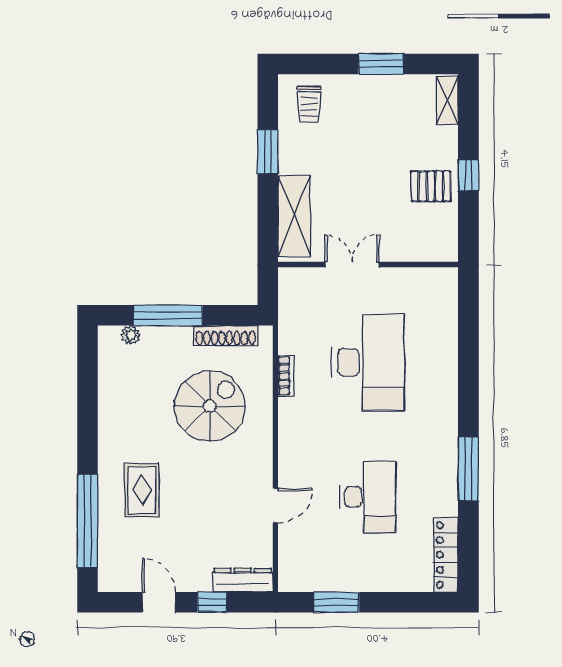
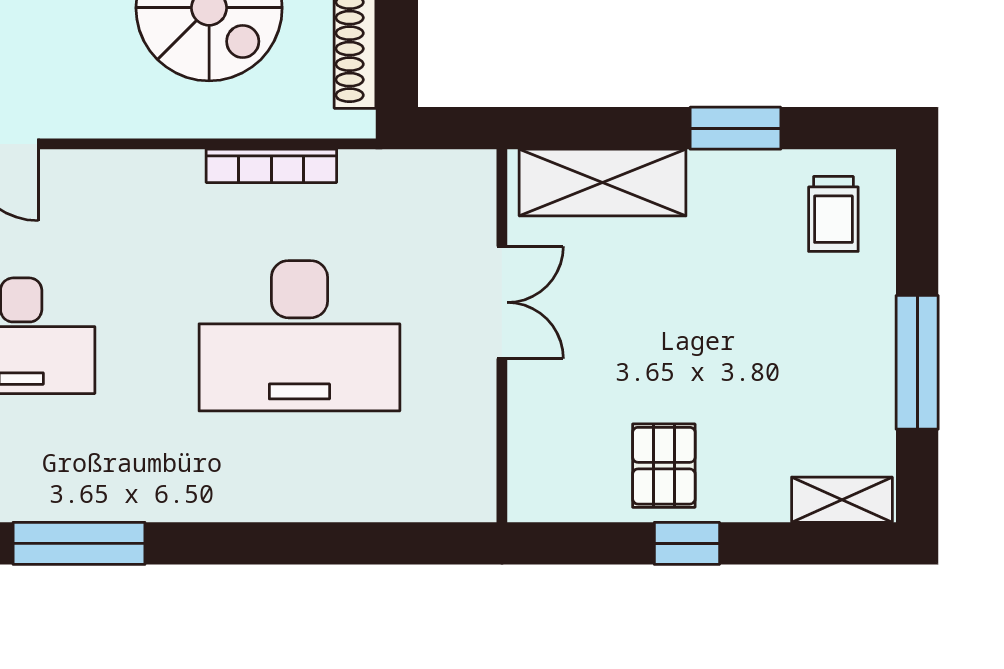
window: (381, 64) -> (917, 362), width x1.44
trolley: (309, 104) -> (833, 214), turned -90
bookcase: (286, 376) -> (271, 166), width x1.56

